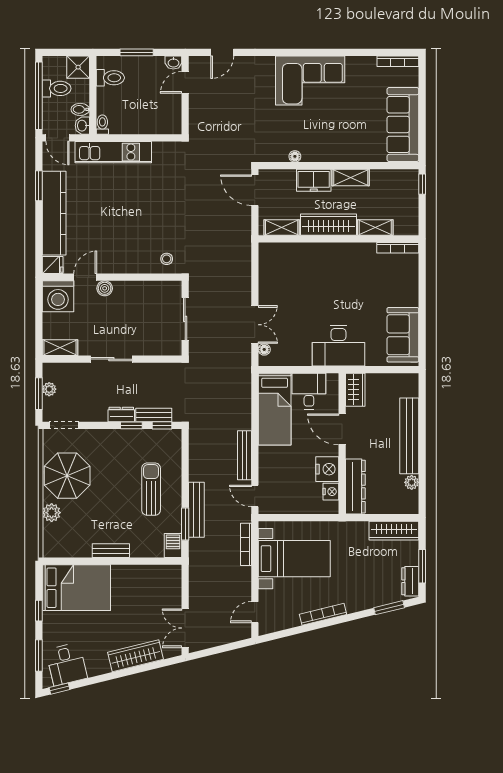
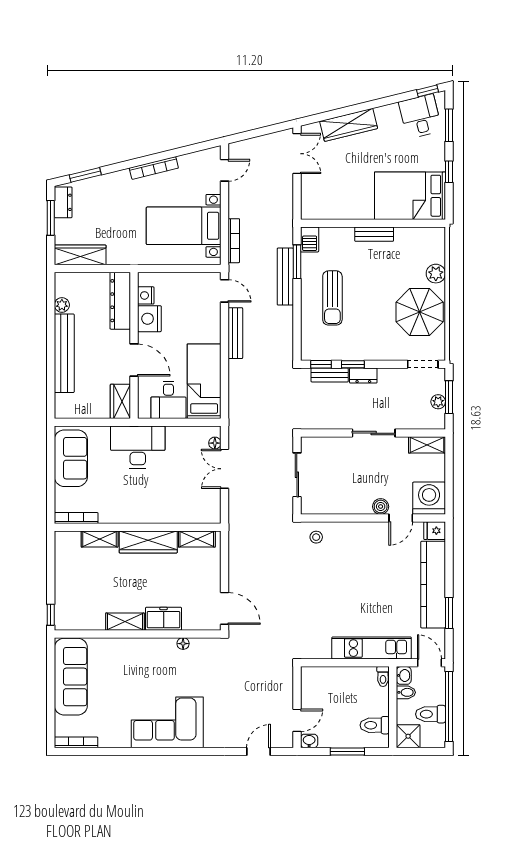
wardrobe: (328, 225) -> (148, 542), moved
shelving: (282, 227) -> (197, 539), moved
shelving: (375, 227) -> (100, 539), moved
wall: (339, 239) -> (138, 527), moved
bookcase: (398, 248) -> (76, 518), moved

